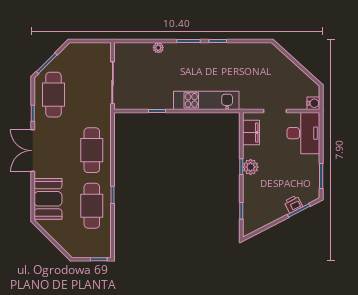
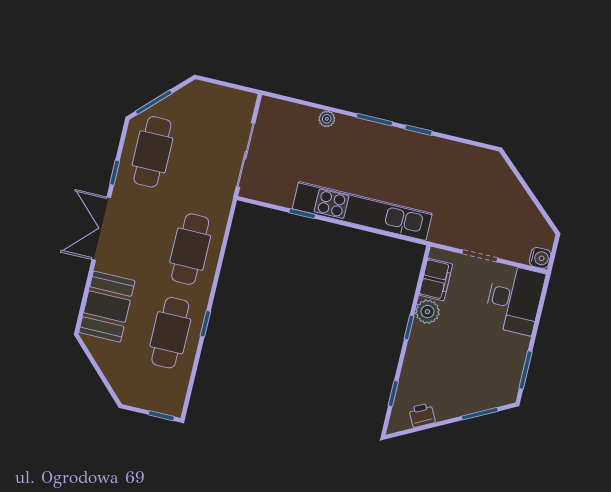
kitchen unit: (206, 100) -> (362, 211), width x1.36
plant: (251, 167) -> (427, 312), moved
printer: (293, 204) -> (422, 415), moved

